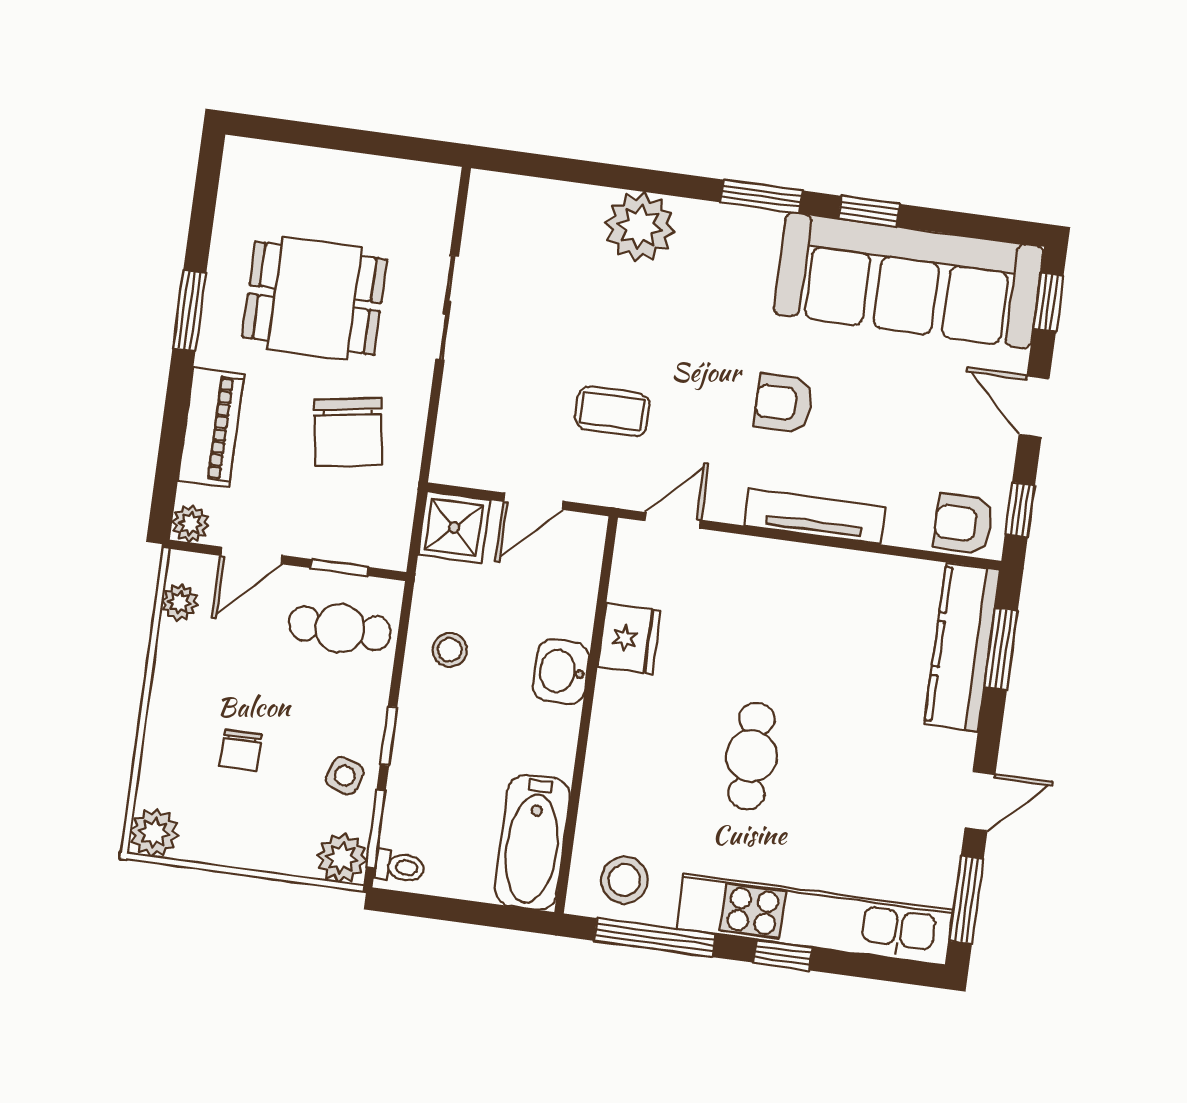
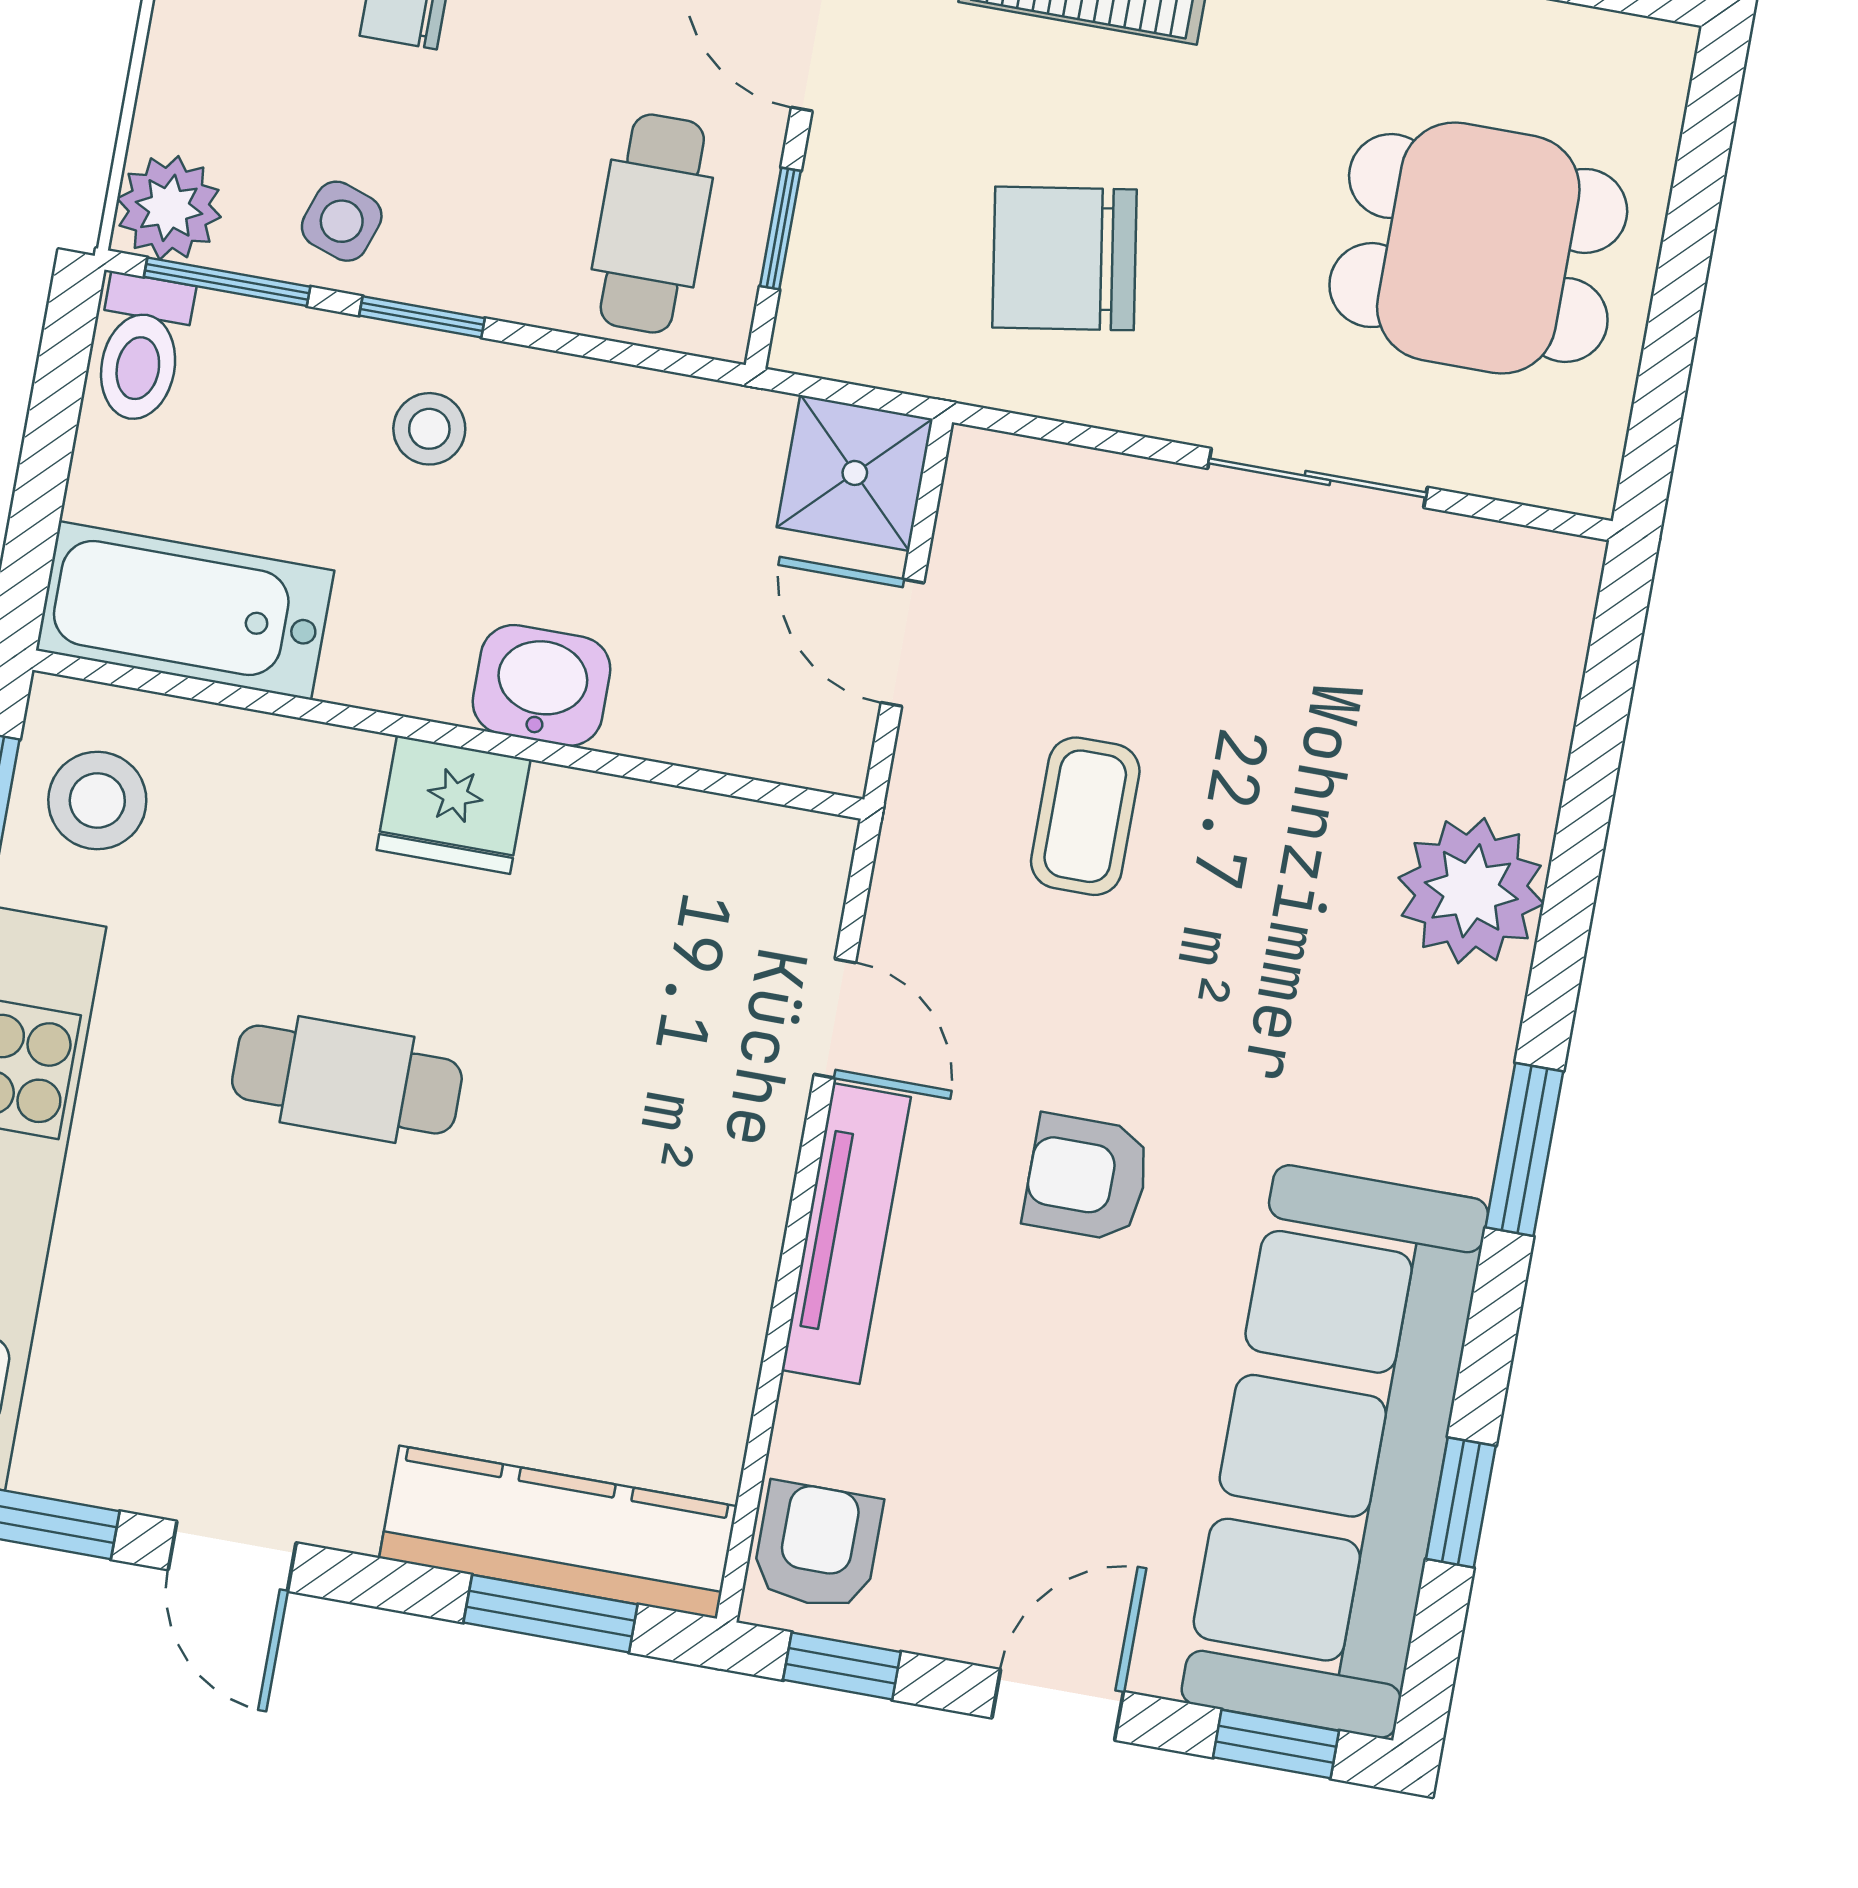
window: (869, 211) -> (1461, 1502), moved
dining table: (315, 298) -> (1478, 248), moved, turned 90
armchair: (783, 403) -> (1087, 1178), turned -90
door: (672, 520) -> (835, 1018), moved
fridge: (629, 639) -> (454, 805), moved
stool: (450, 650) -> (429, 429), moved
toilet: (400, 867) -> (141, 349), width x1.37, depth x1.39

